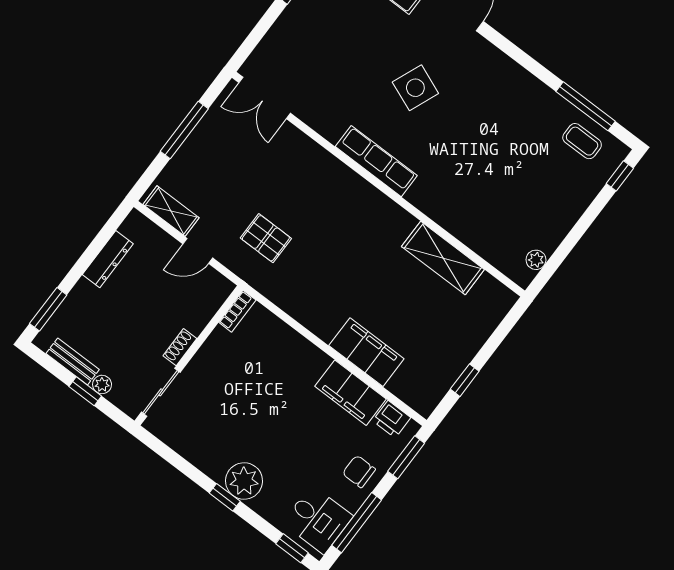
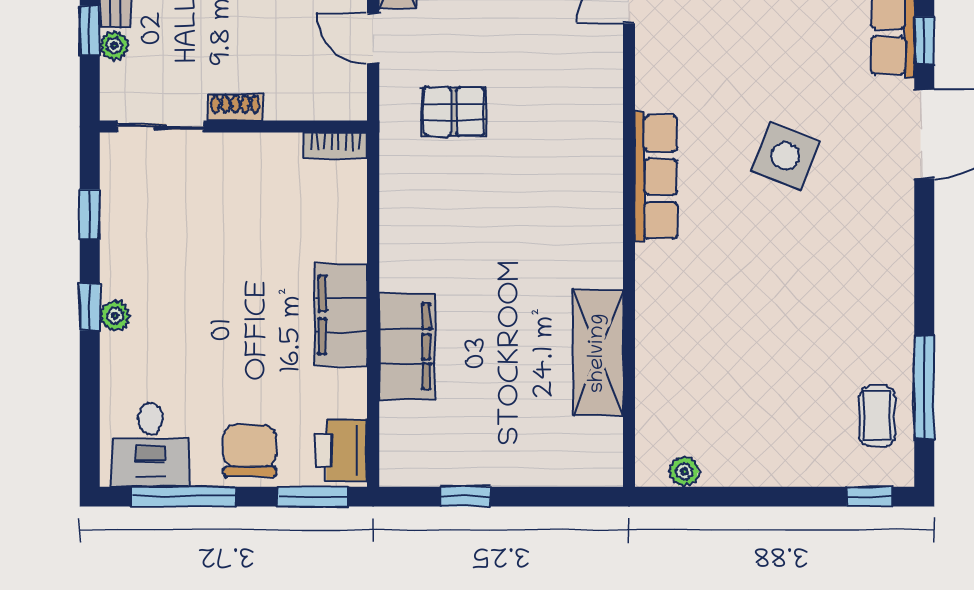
pallet: (266, 238) -> (454, 112), turned 90
filing cabinet: (351, 393) -> (341, 315), moved
printer: (392, 419) -> (342, 450), width x1.36, depth x1.24
chair: (359, 471) -> (250, 451), width x1.37, depth x1.37
plant: (244, 481) -> (115, 316), width x0.53, depth x0.53
window: (292, 548) -> (90, 214), moved

